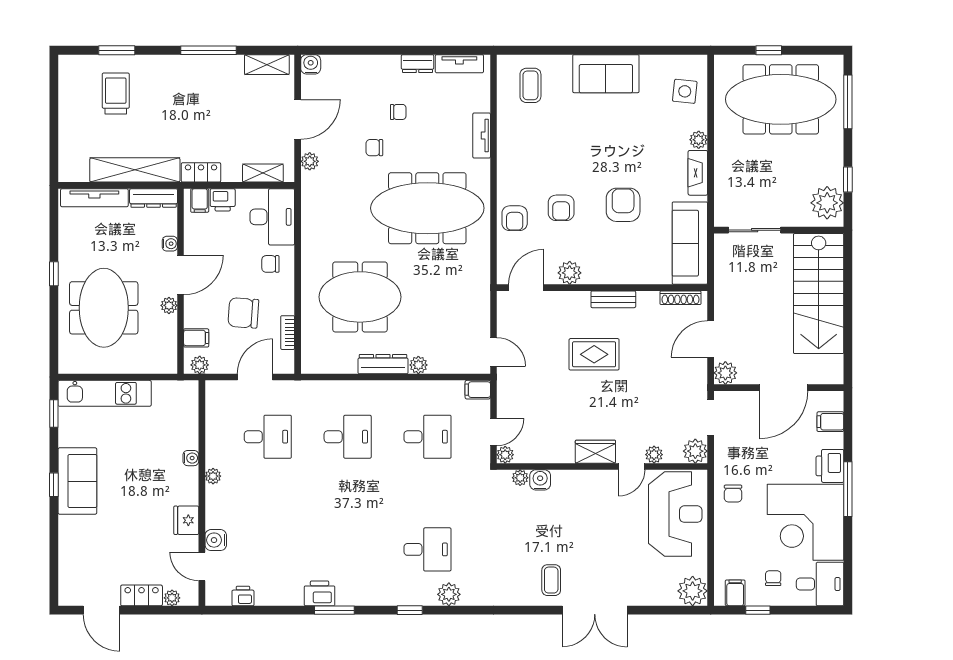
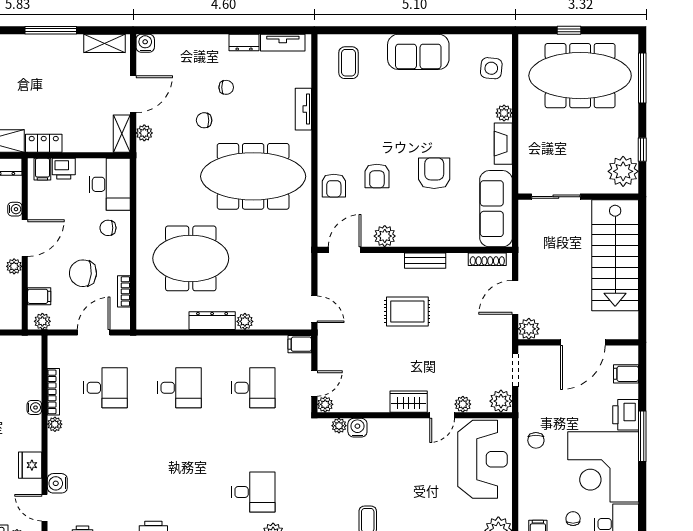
shelving: (263, 173) -> (122, 134), moved, turned 90
bookcase: (211, 441) -> (53, 392), added

